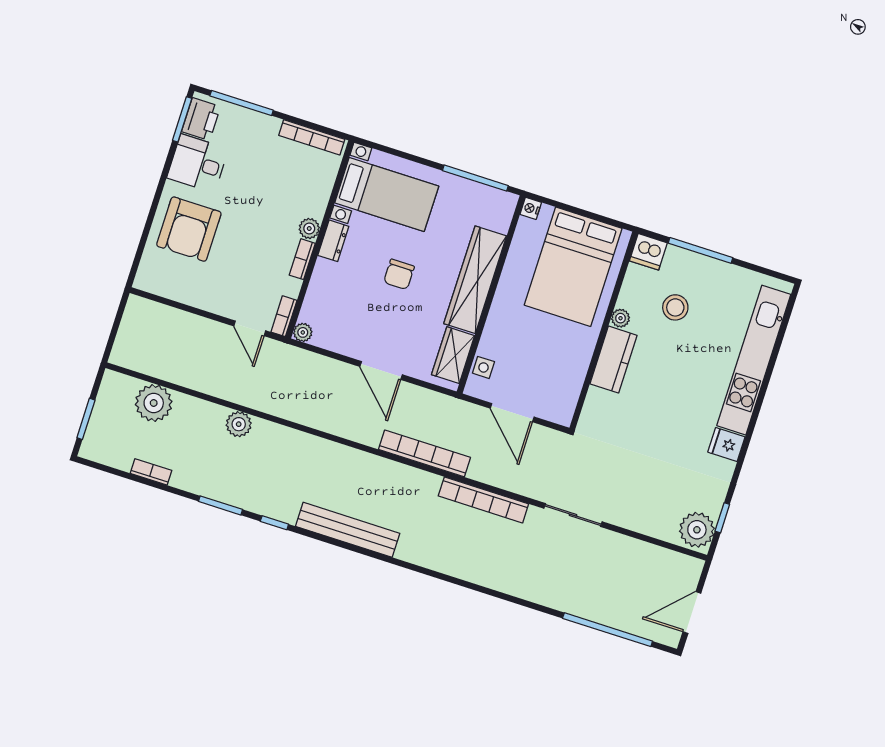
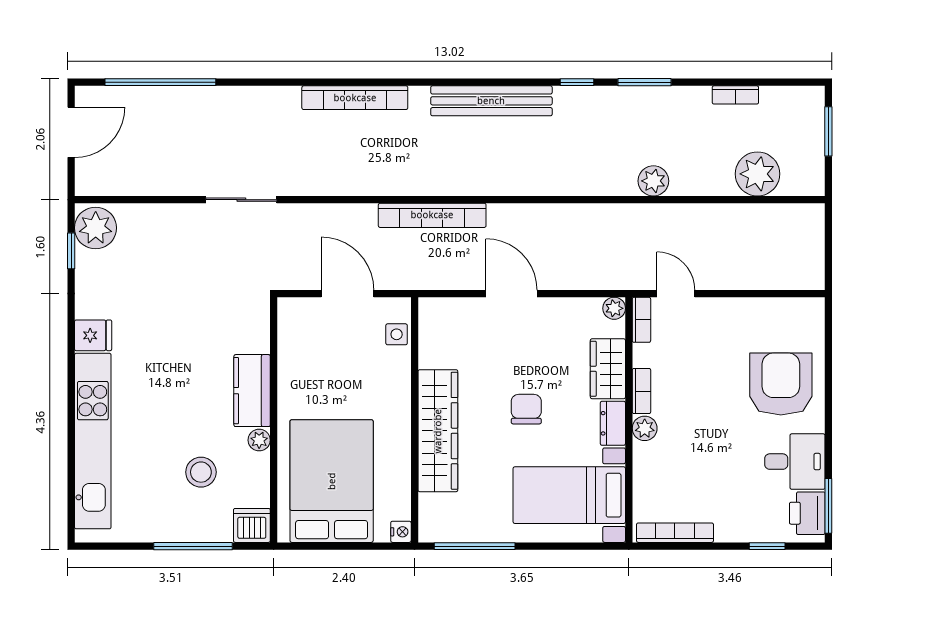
window: (242, 103) -> (767, 546), width x0.46
wardrobe: (453, 355) -> (608, 369), moved, turned 180
bookcase: (483, 500) -> (355, 98), moved, turned 180

